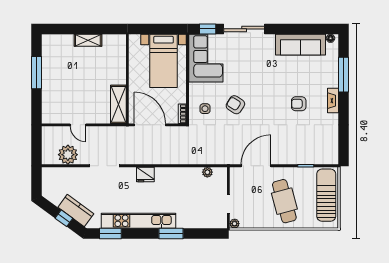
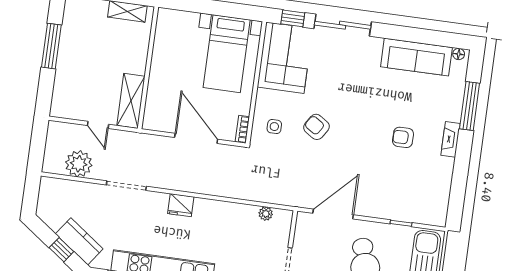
wall: (127, 79) -> (148, 68), moved
shelving: (118, 104) -> (131, 101), moved

